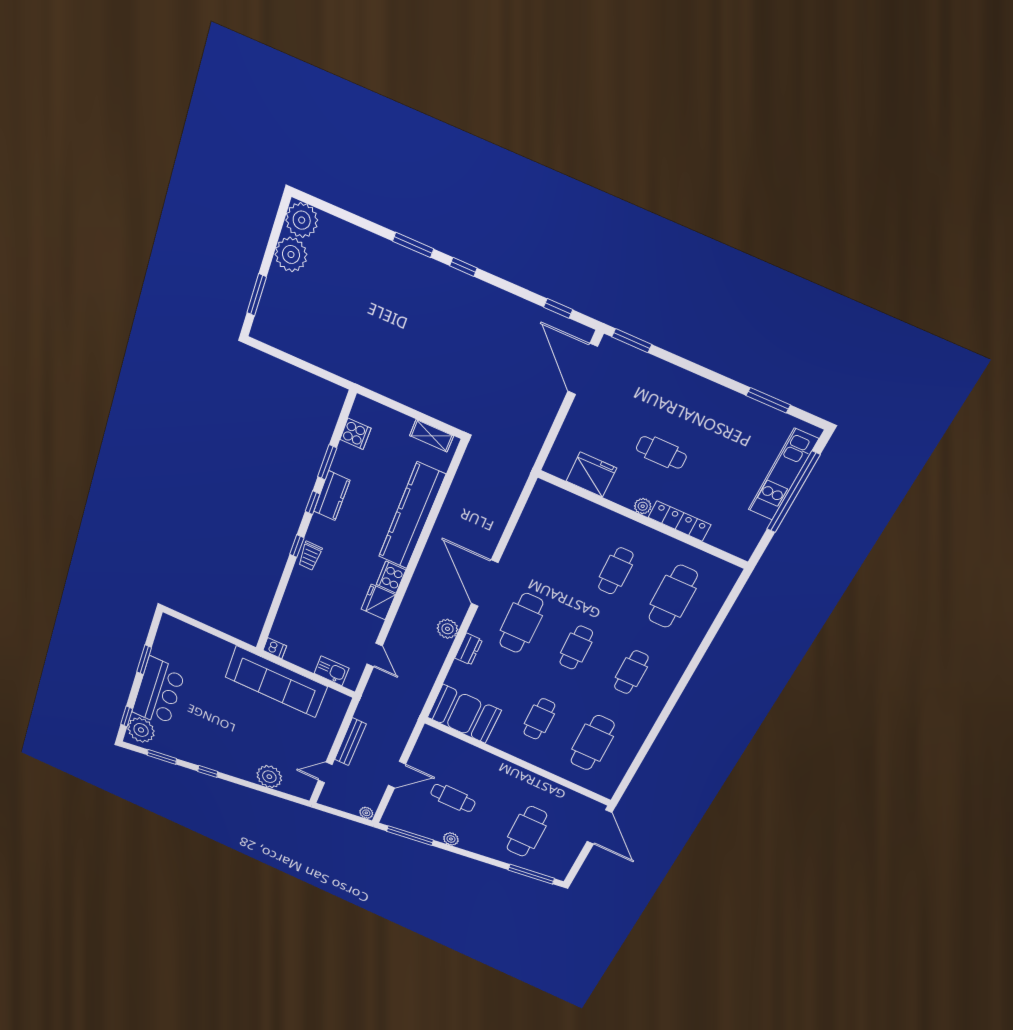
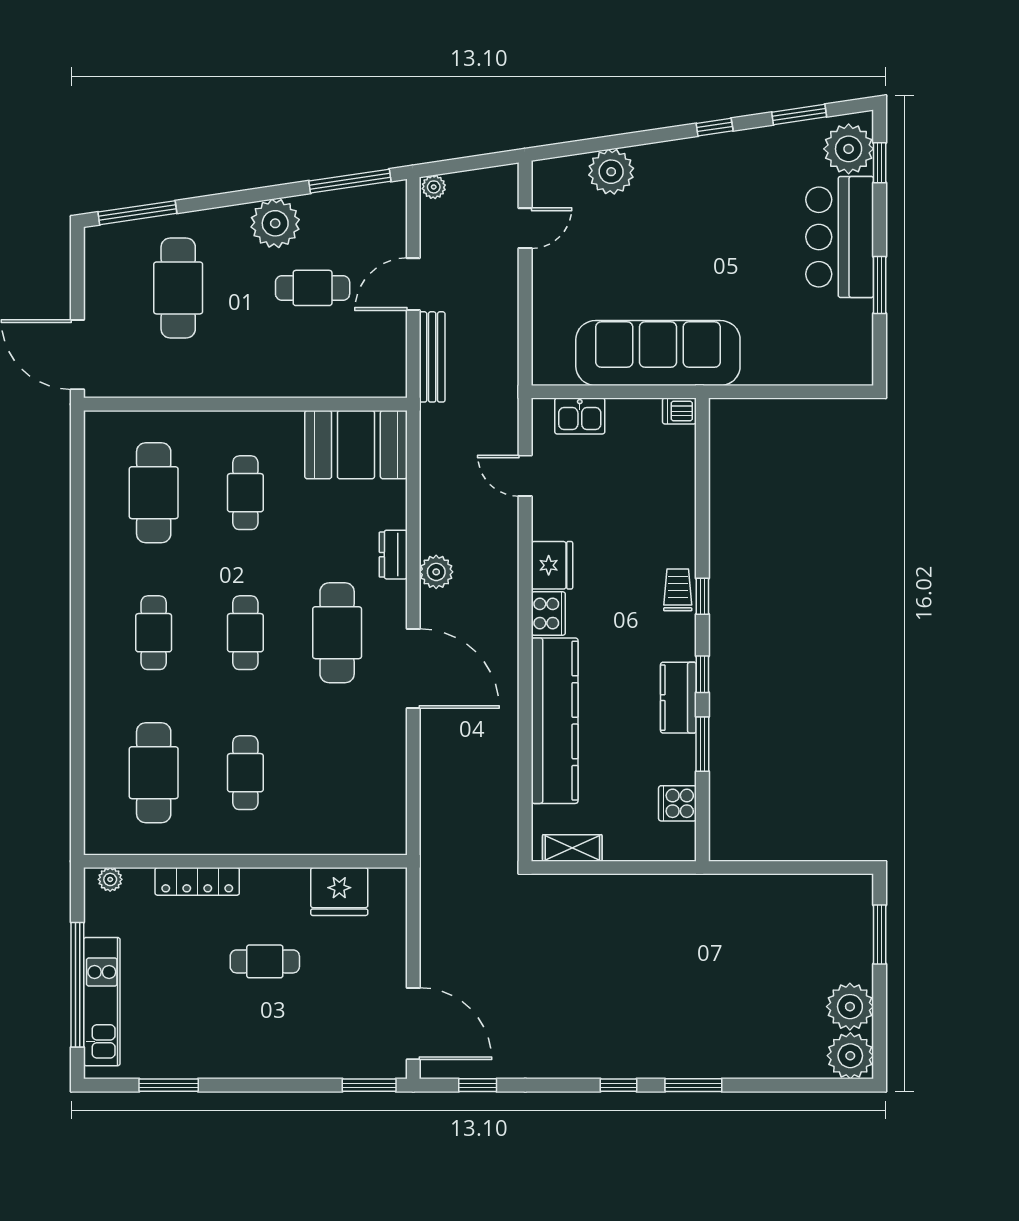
plant: (643, 506) -> (110, 879), moved
bench: (350, 742) -> (432, 357), moved
plant: (451, 839) -> (275, 223), width x1.87, depth x1.87

